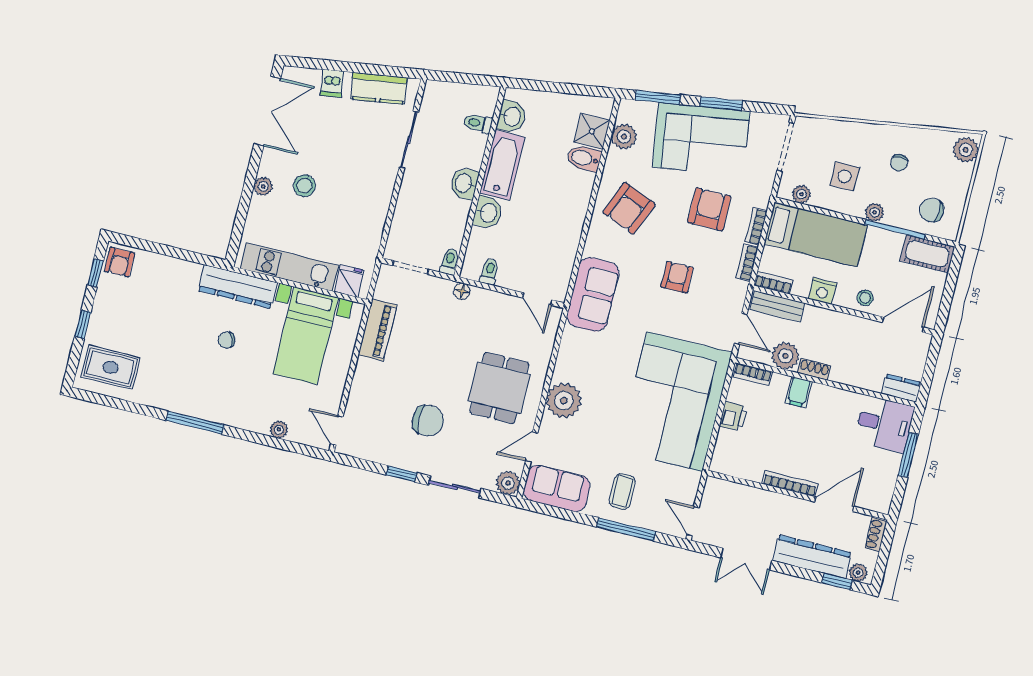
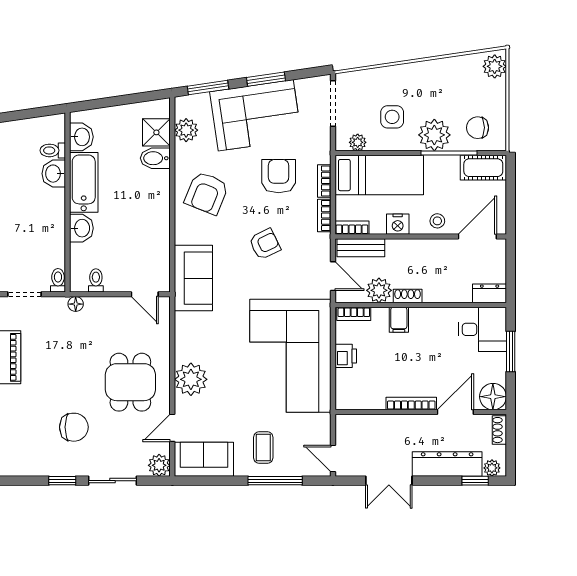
chair: (899, 163) -> (438, 93), removed
washbasin: (464, 183) -> (54, 174), moved
plant: (875, 212) -> (434, 135), width x1.88, depth x1.88
armchair: (677, 277) -> (265, 244), turned 64
floor lamp: (878, 498) -> (493, 397), added

